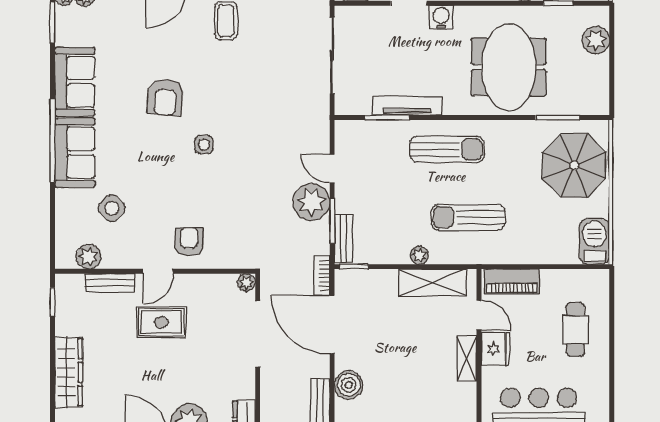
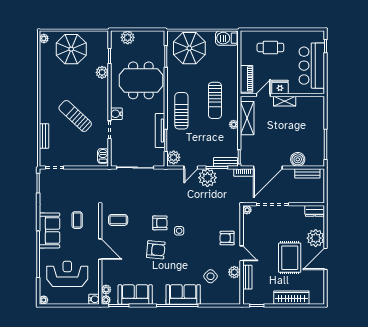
sofa: (75, 82) -> (135, 295), moved
armchair: (220, 106) -> (160, 223), added
plant: (353, 133) -> (174, 157), added
plant: (89, 257) -> (234, 272), moved
rug: (161, 322) -> (290, 258), moved, width x1.36, depth x1.43

